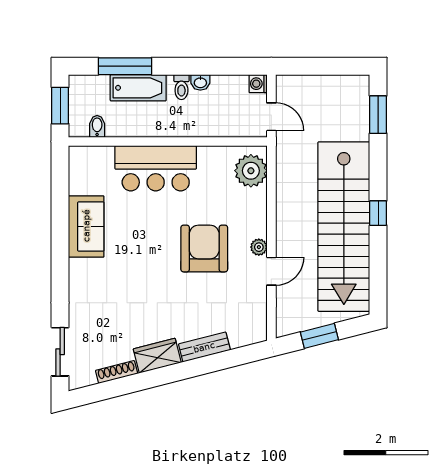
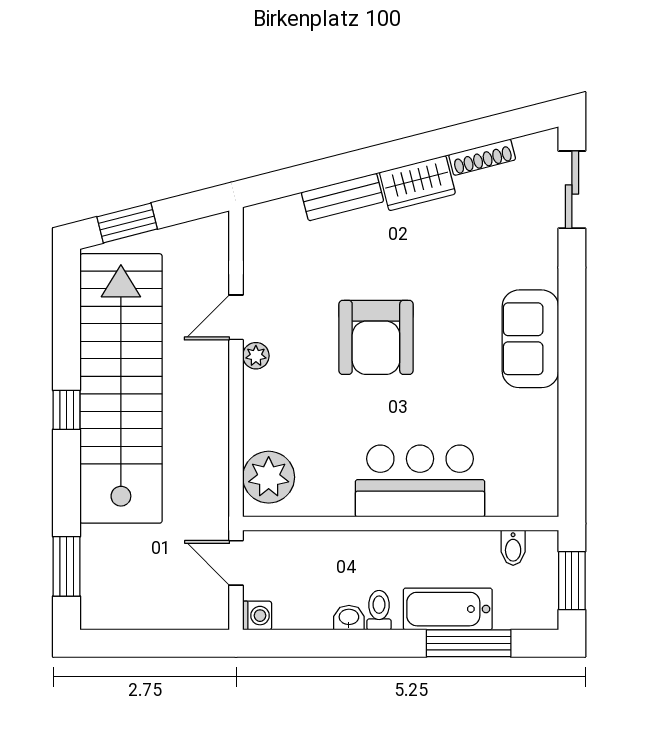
sofa: (86, 226) -> (530, 339), moved
armchair: (204, 249) -> (376, 337), moved
window: (319, 336) -> (127, 223), moved

